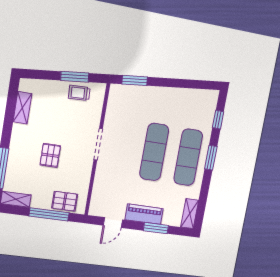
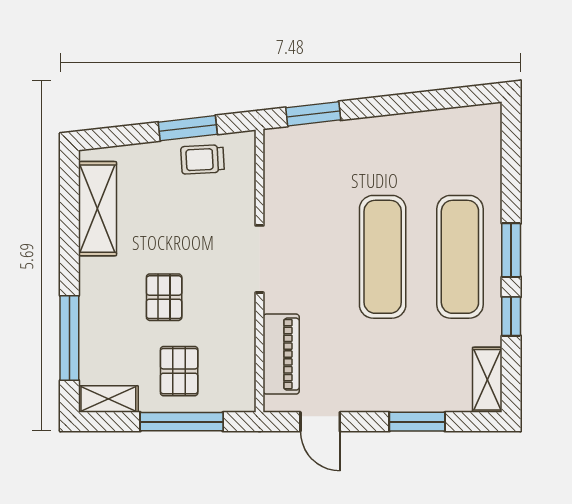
shelving: (22, 108) -> (98, 209), width x1.50, depth x1.33
window: (218, 120) -> (511, 316), moved
pallet: (65, 201) -> (179, 371), moved, turned 90
piano: (144, 214) -> (281, 354), moved, turned 90
door: (113, 223) -> (320, 422), hinge flipped

